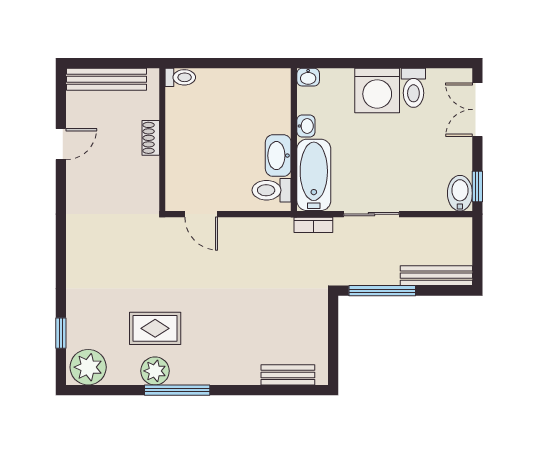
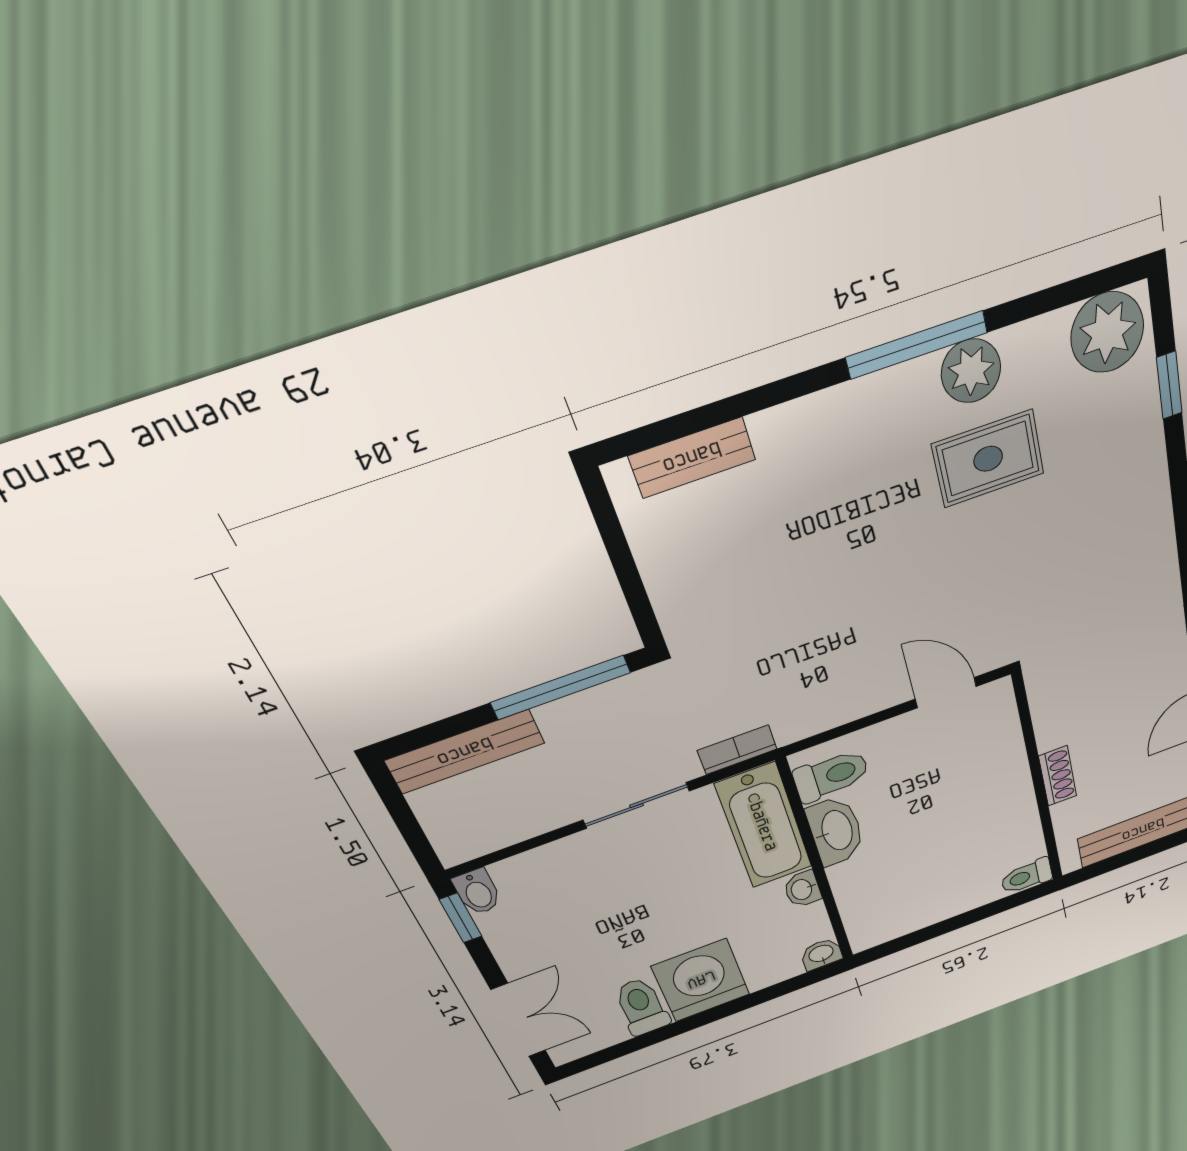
bidet: (460, 193) -> (477, 892), width x0.72, depth x0.74

